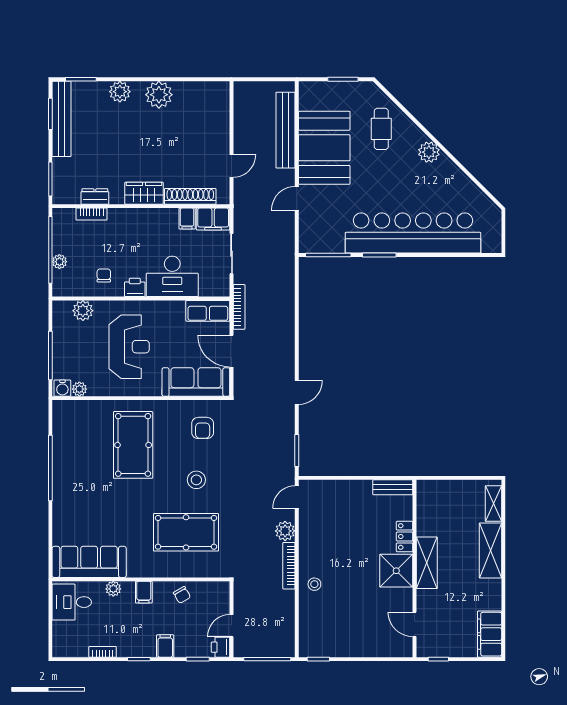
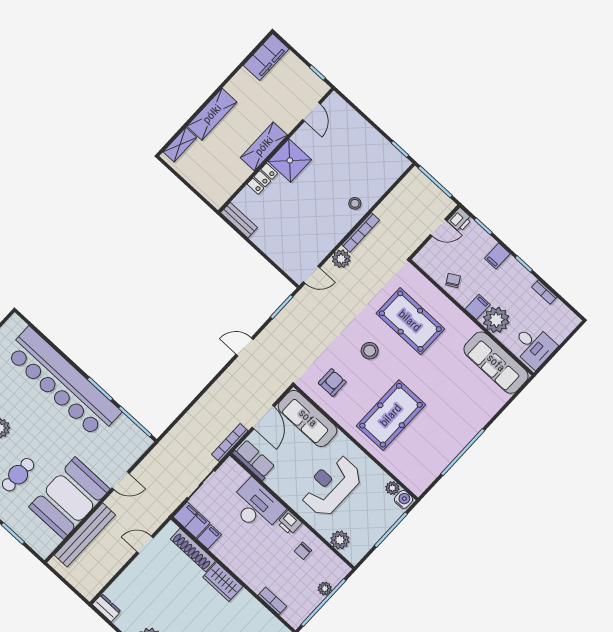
dresser: (95, 197) -> (107, 608), moved, turned 180
plant: (113, 589) -> (496, 320), width x1.87, depth x1.87

